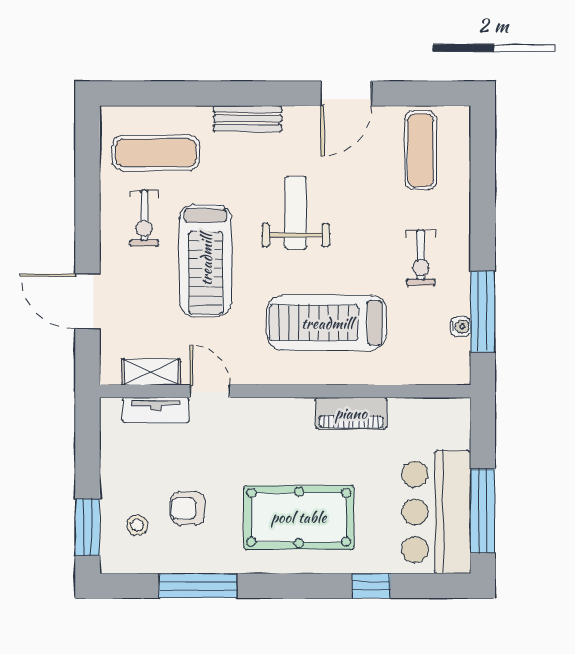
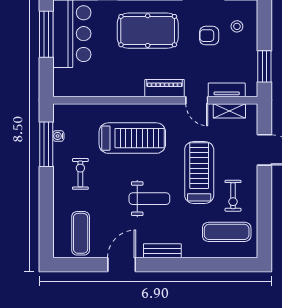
bench: (248, 119) -> (162, 251), moved
weight bench: (296, 213) -> (149, 199), turned -90
exercise bike: (144, 218) -> (233, 196), turned 180
piano: (351, 413) -> (165, 88), moved
armchair: (188, 508) -> (209, 36), turned 180
window: (88, 527) -> (264, 66), moved

